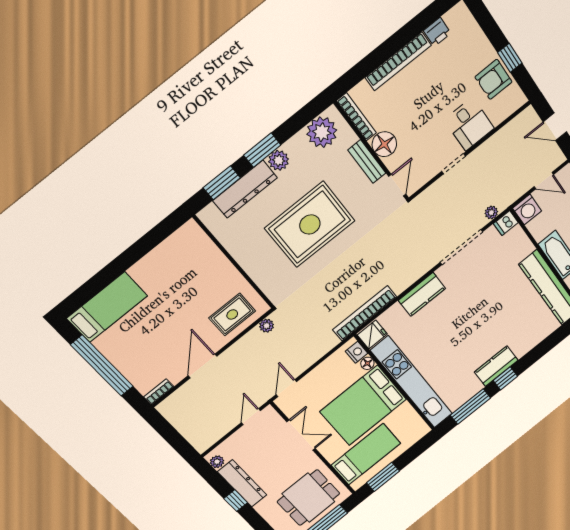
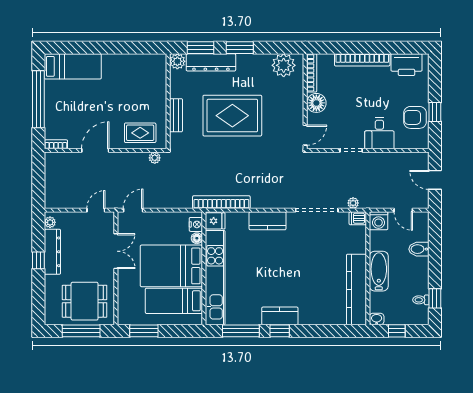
printer: (437, 32) -> (406, 65), width x1.87, depth x1.48
plant: (279, 160) -> (177, 61), moved
bench: (367, 162) -> (176, 115), moved
bed: (366, 454) -> (174, 301), moved, turned 180

